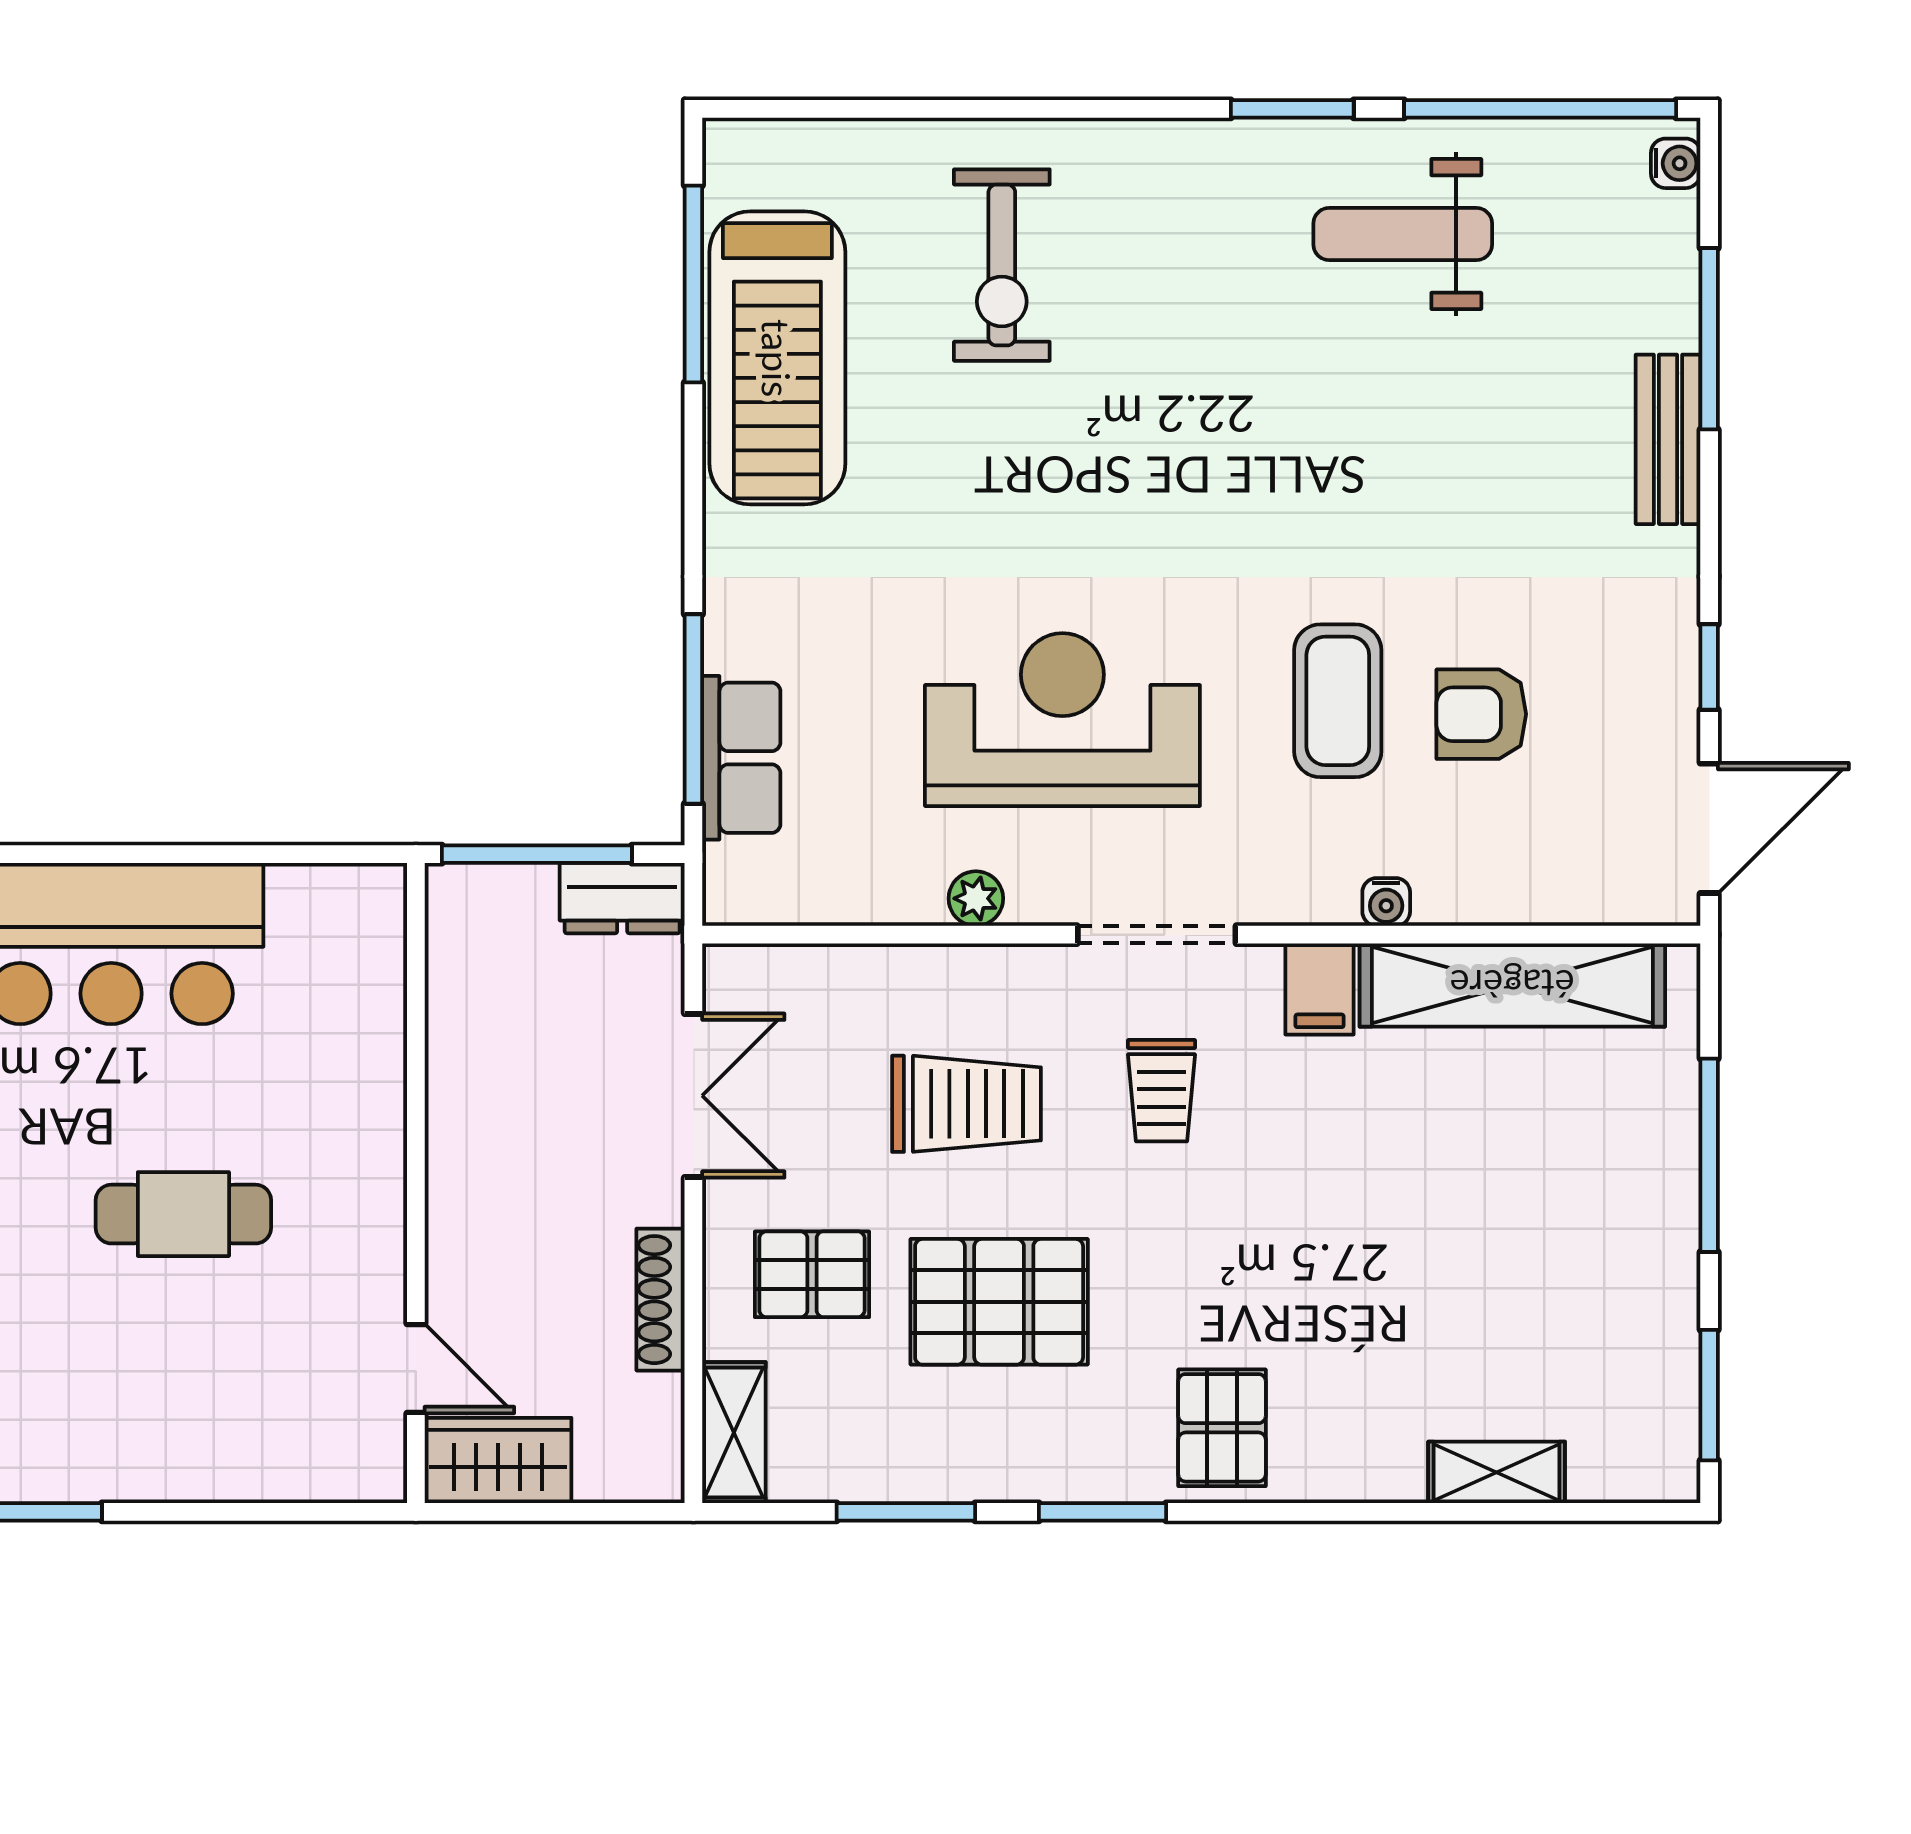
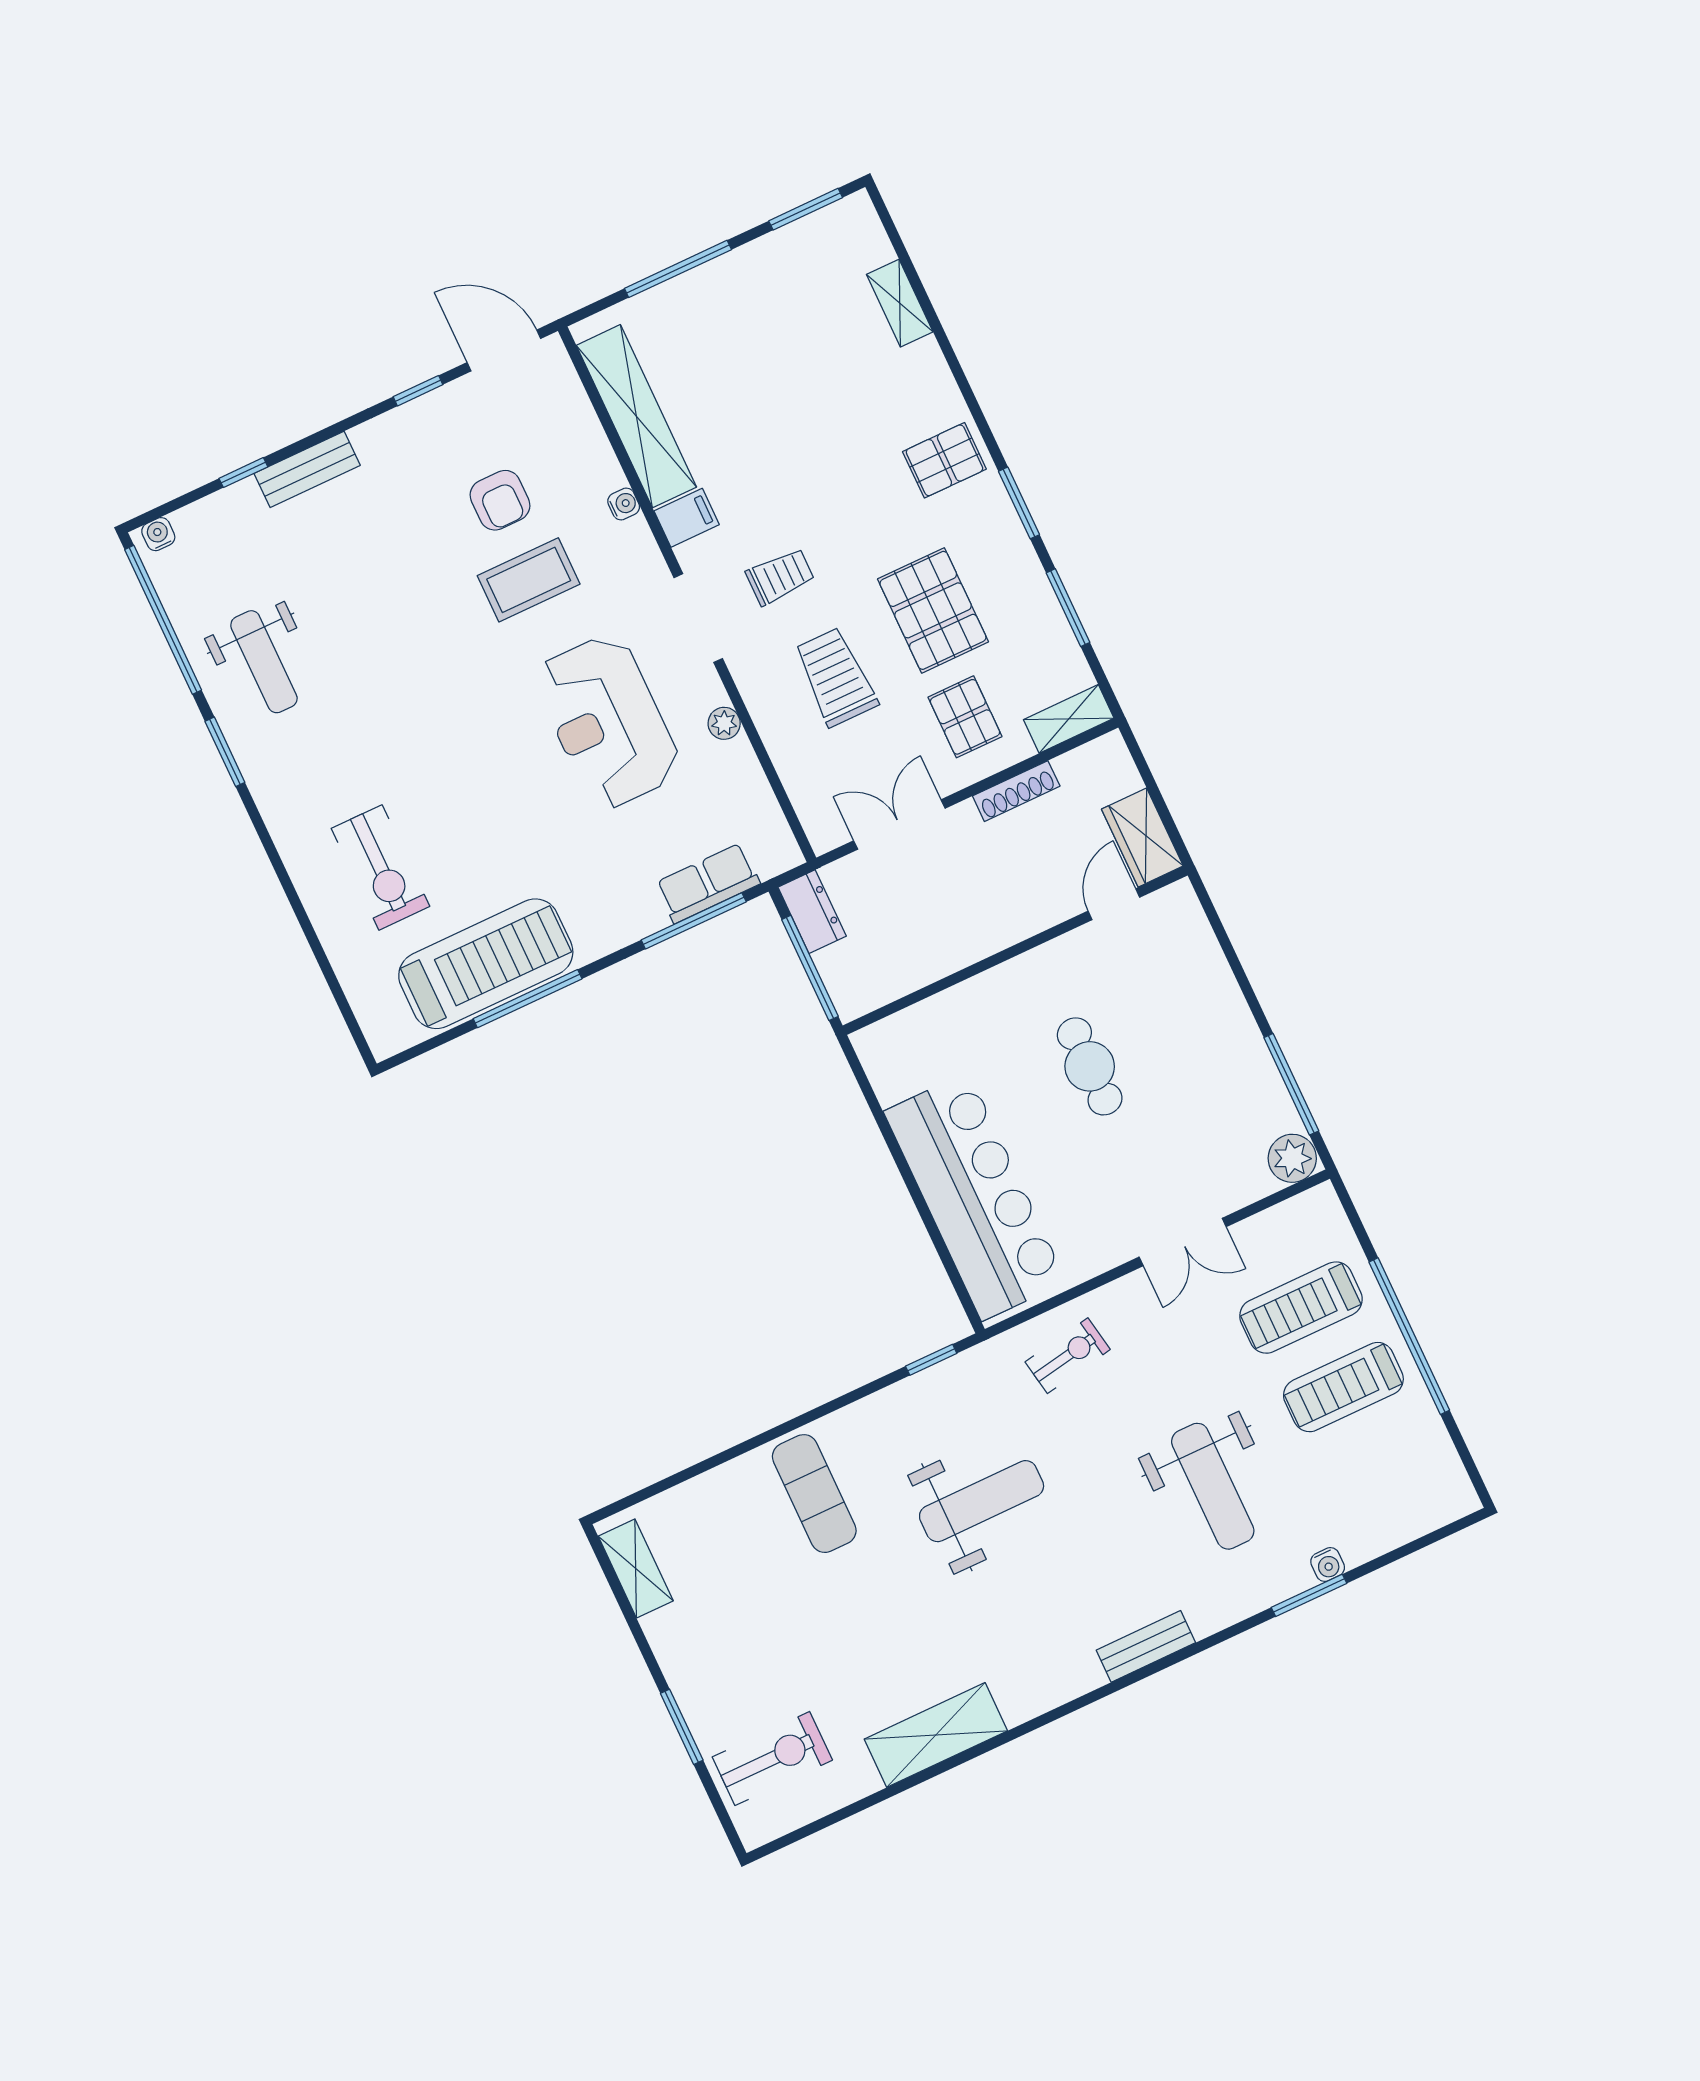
exercise bike: (1002, 265) -> (380, 867), turned 90
window: (693, 284) -> (528, 999), moved
window: (1709, 339) -> (243, 473), width x0.46

